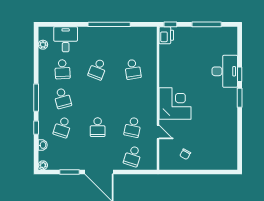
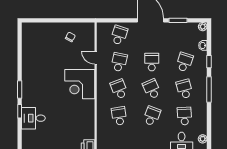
desk: (225, 71) -> (33, 118), width x0.73
school desk: (98, 98) -> (152, 89), added
school desk: (133, 98) -> (119, 89), added

